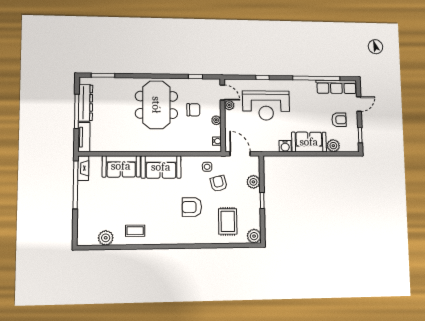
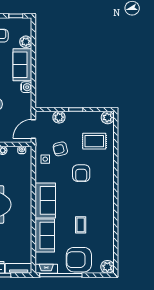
armchair: (93, 205) -> (79, 260), added
coffee table: (135, 231) -> (81, 225), moved
plant: (106, 238) -> (107, 267), moved

